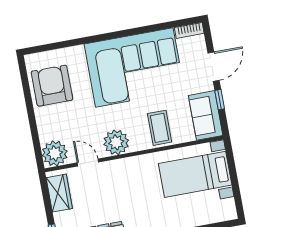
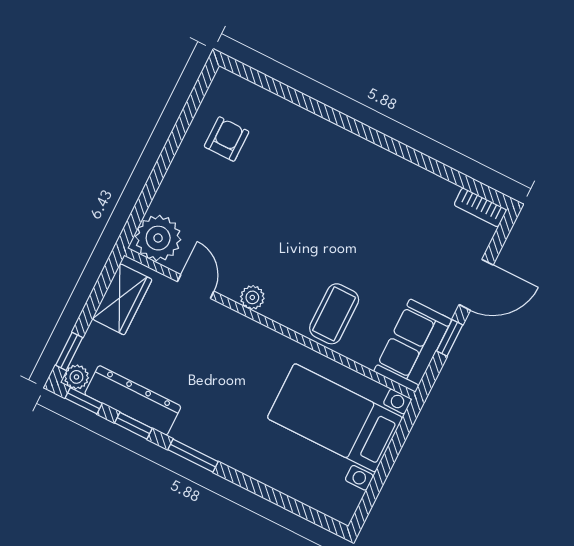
corner sofa: (134, 68) -> (363, 201), removed
armchair: (52, 86) -> (227, 139), width x0.53, depth x0.53
plant: (116, 142) -> (252, 297), width x0.53, depth x0.53

